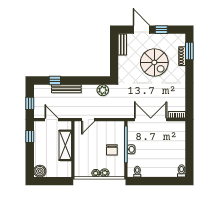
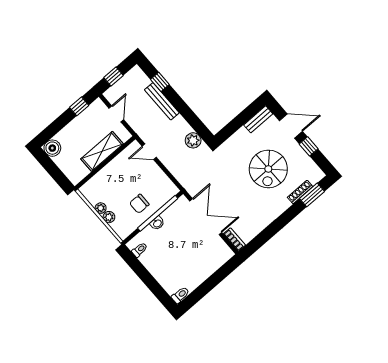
door: (141, 30) -> (291, 126), hinge flipped

